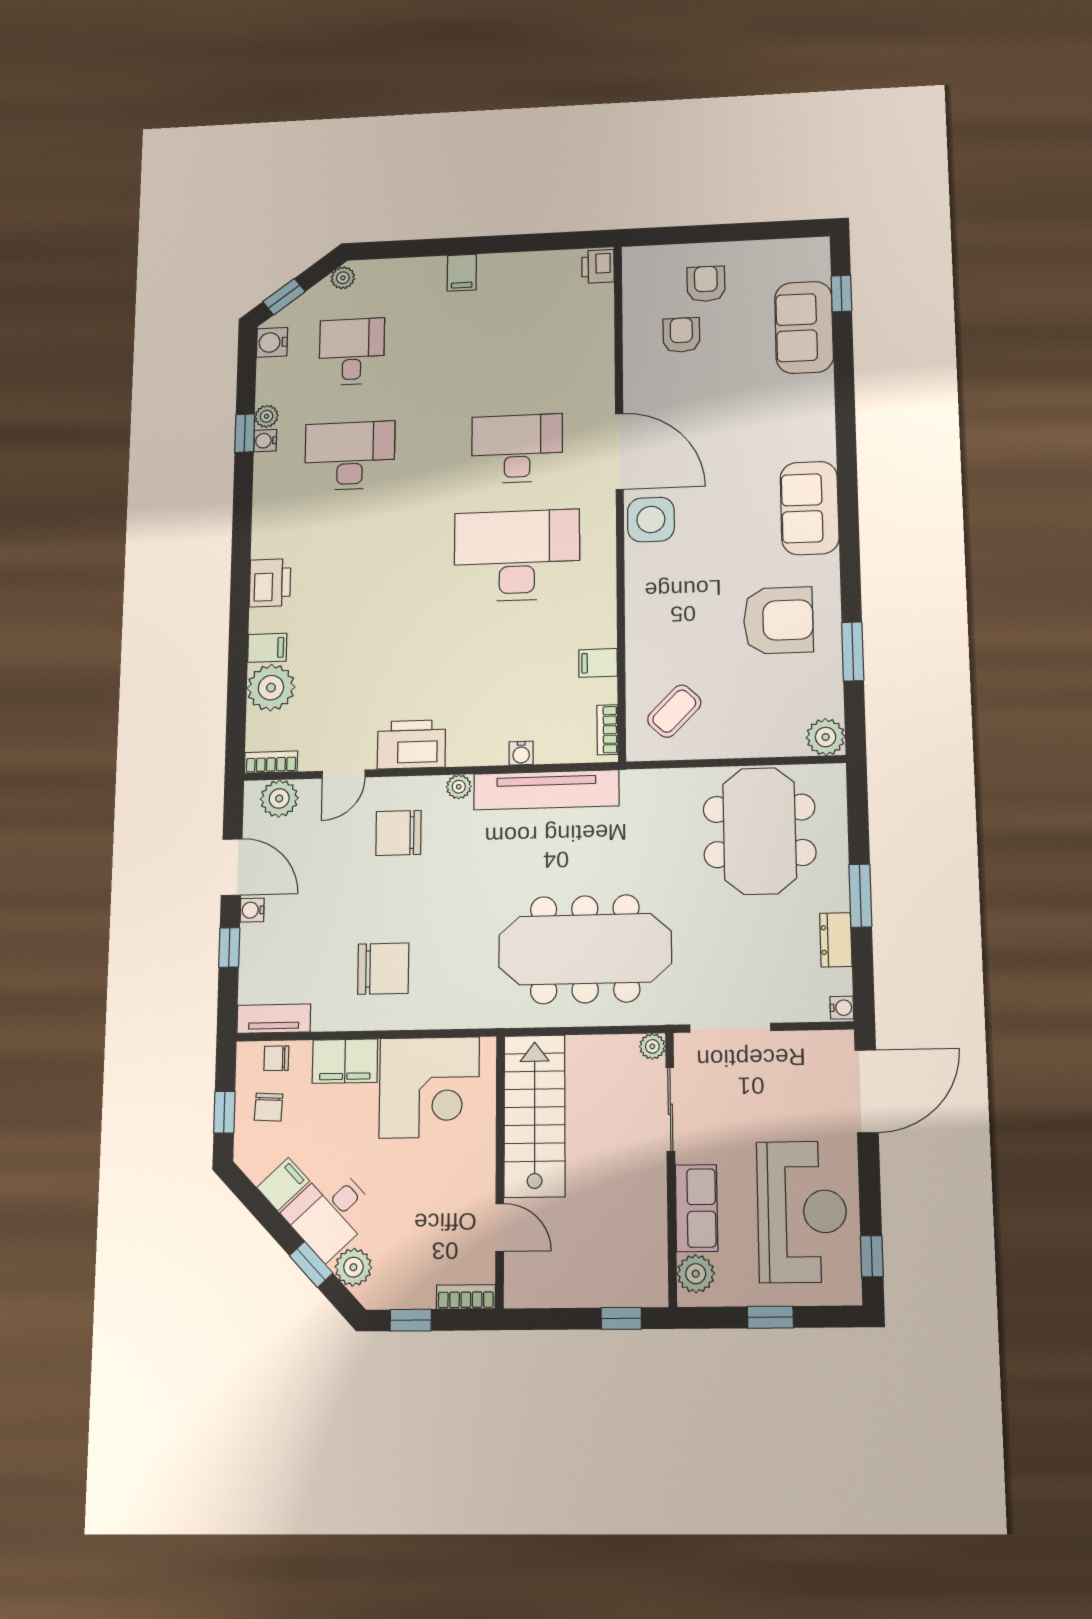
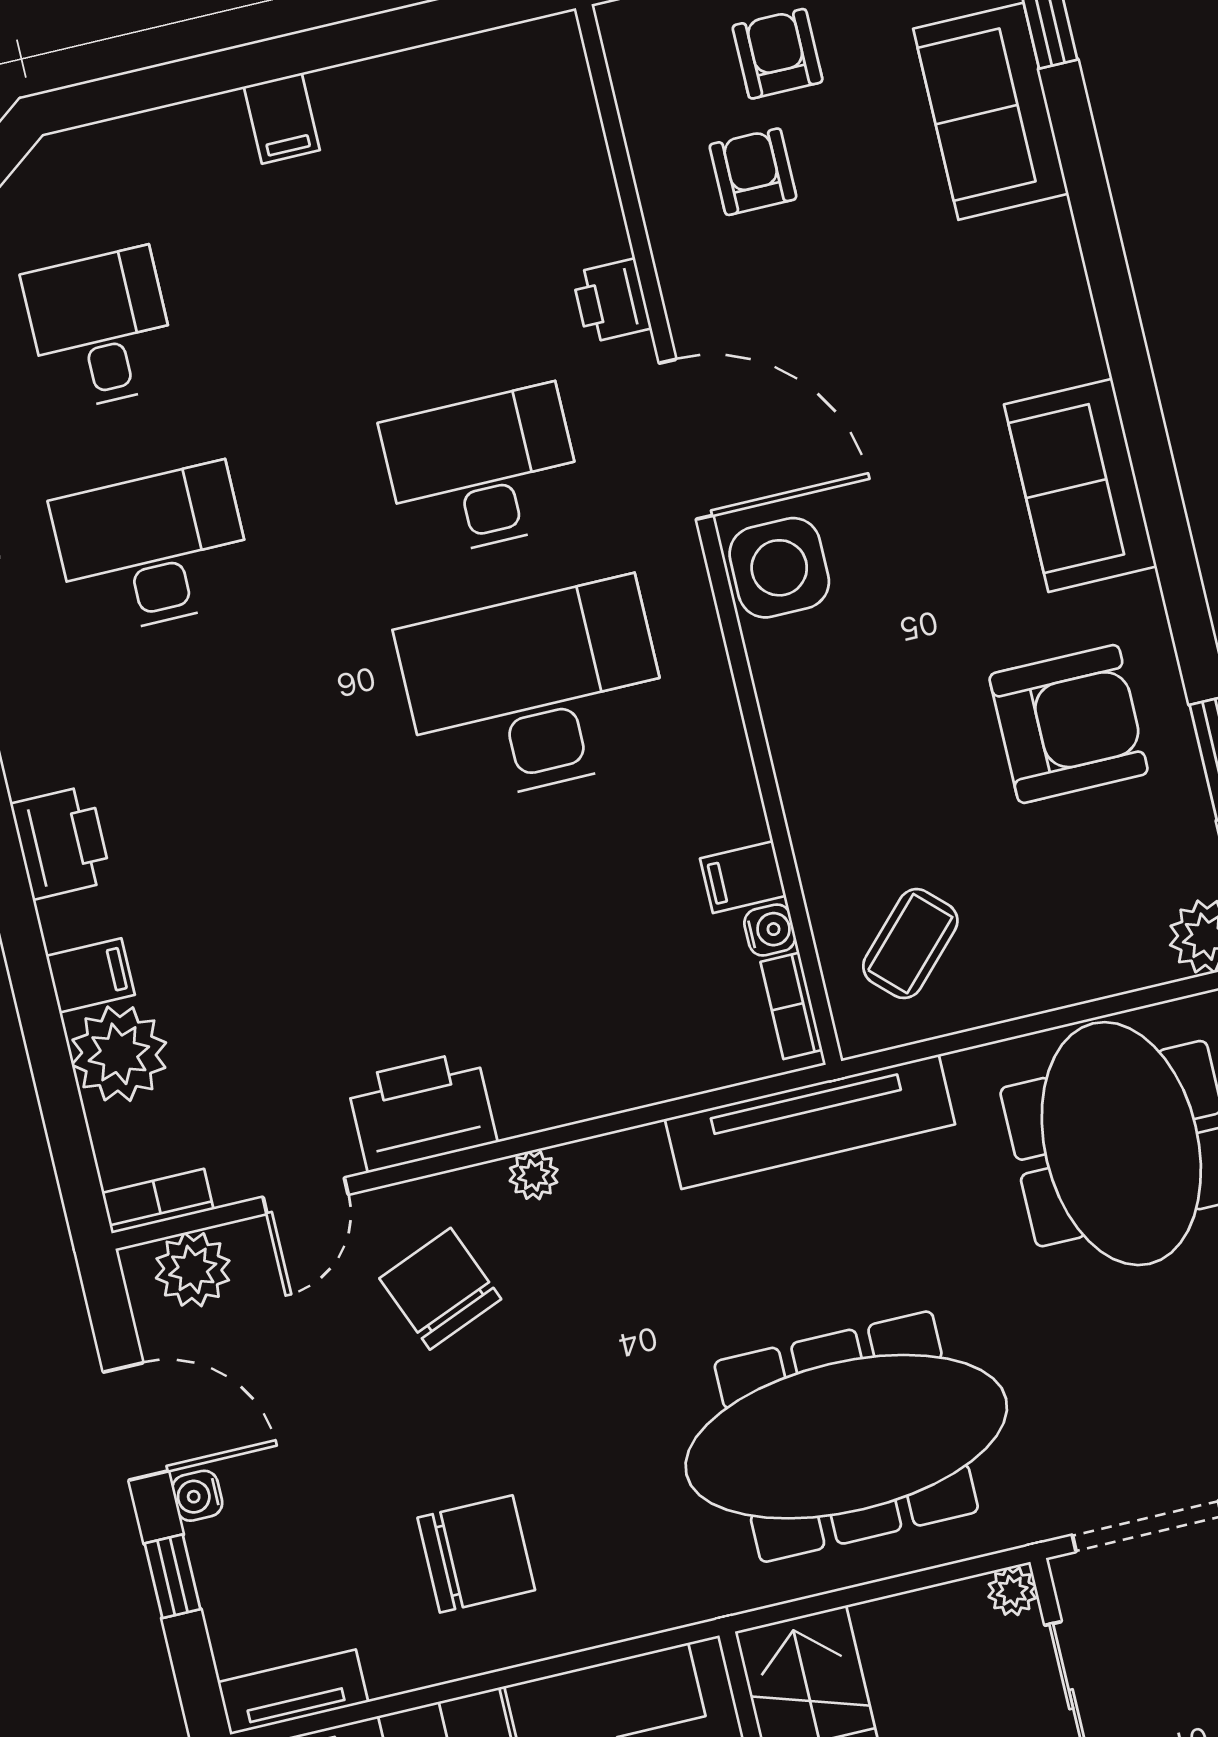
printer: (598, 266) -> (612, 301), moved
plant: (343, 278) -> (42, 173), removed
water cooler: (521, 753) -> (770, 930), moved, turned -90
tv unit: (546, 790) -> (810, 1122), moved
chair: (399, 833) -> (440, 1289), turned 68

